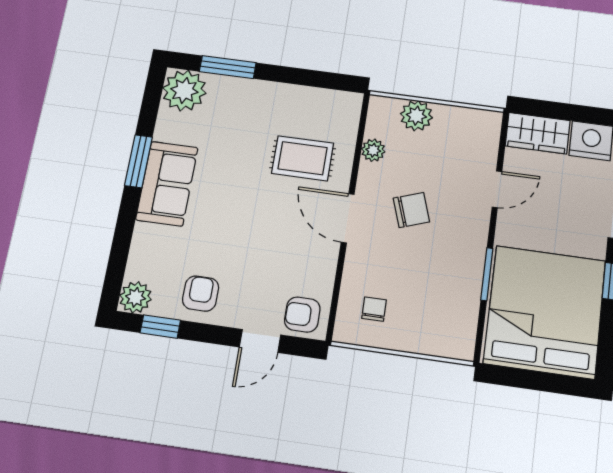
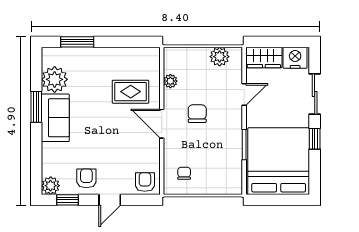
plant: (184, 91) -> (55, 79), moved
plant: (416, 116) -> (220, 57), moved
chair: (411, 210) -> (197, 114), turned -71
armchair: (302, 315) -> (145, 182), turned 90
door: (260, 341) -> (110, 200), moved

